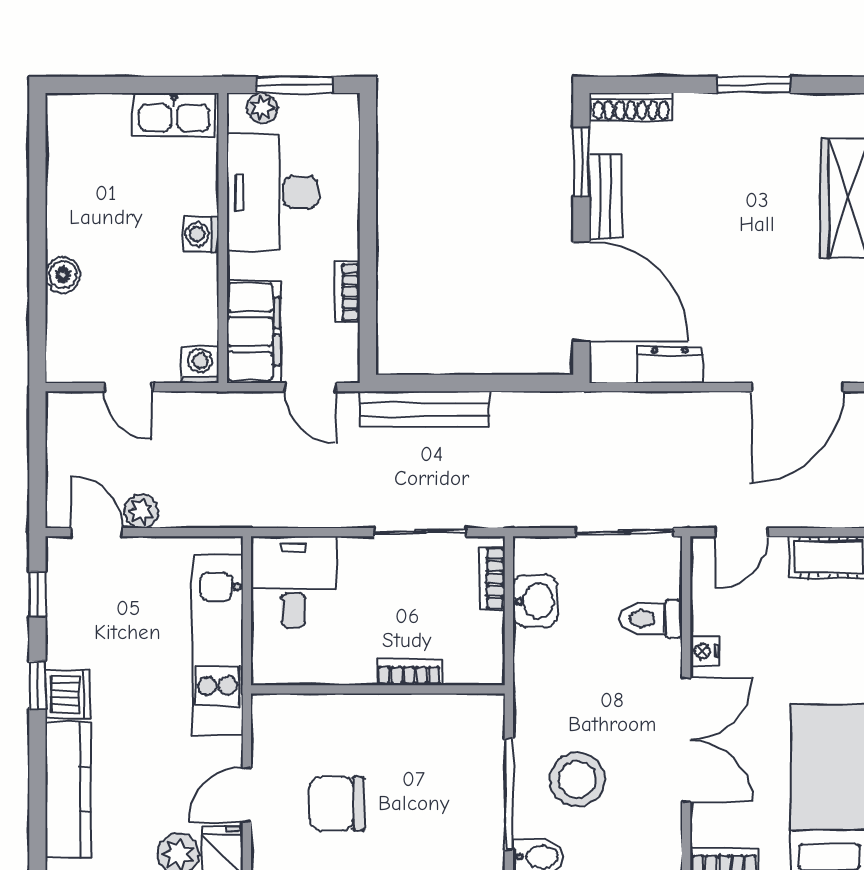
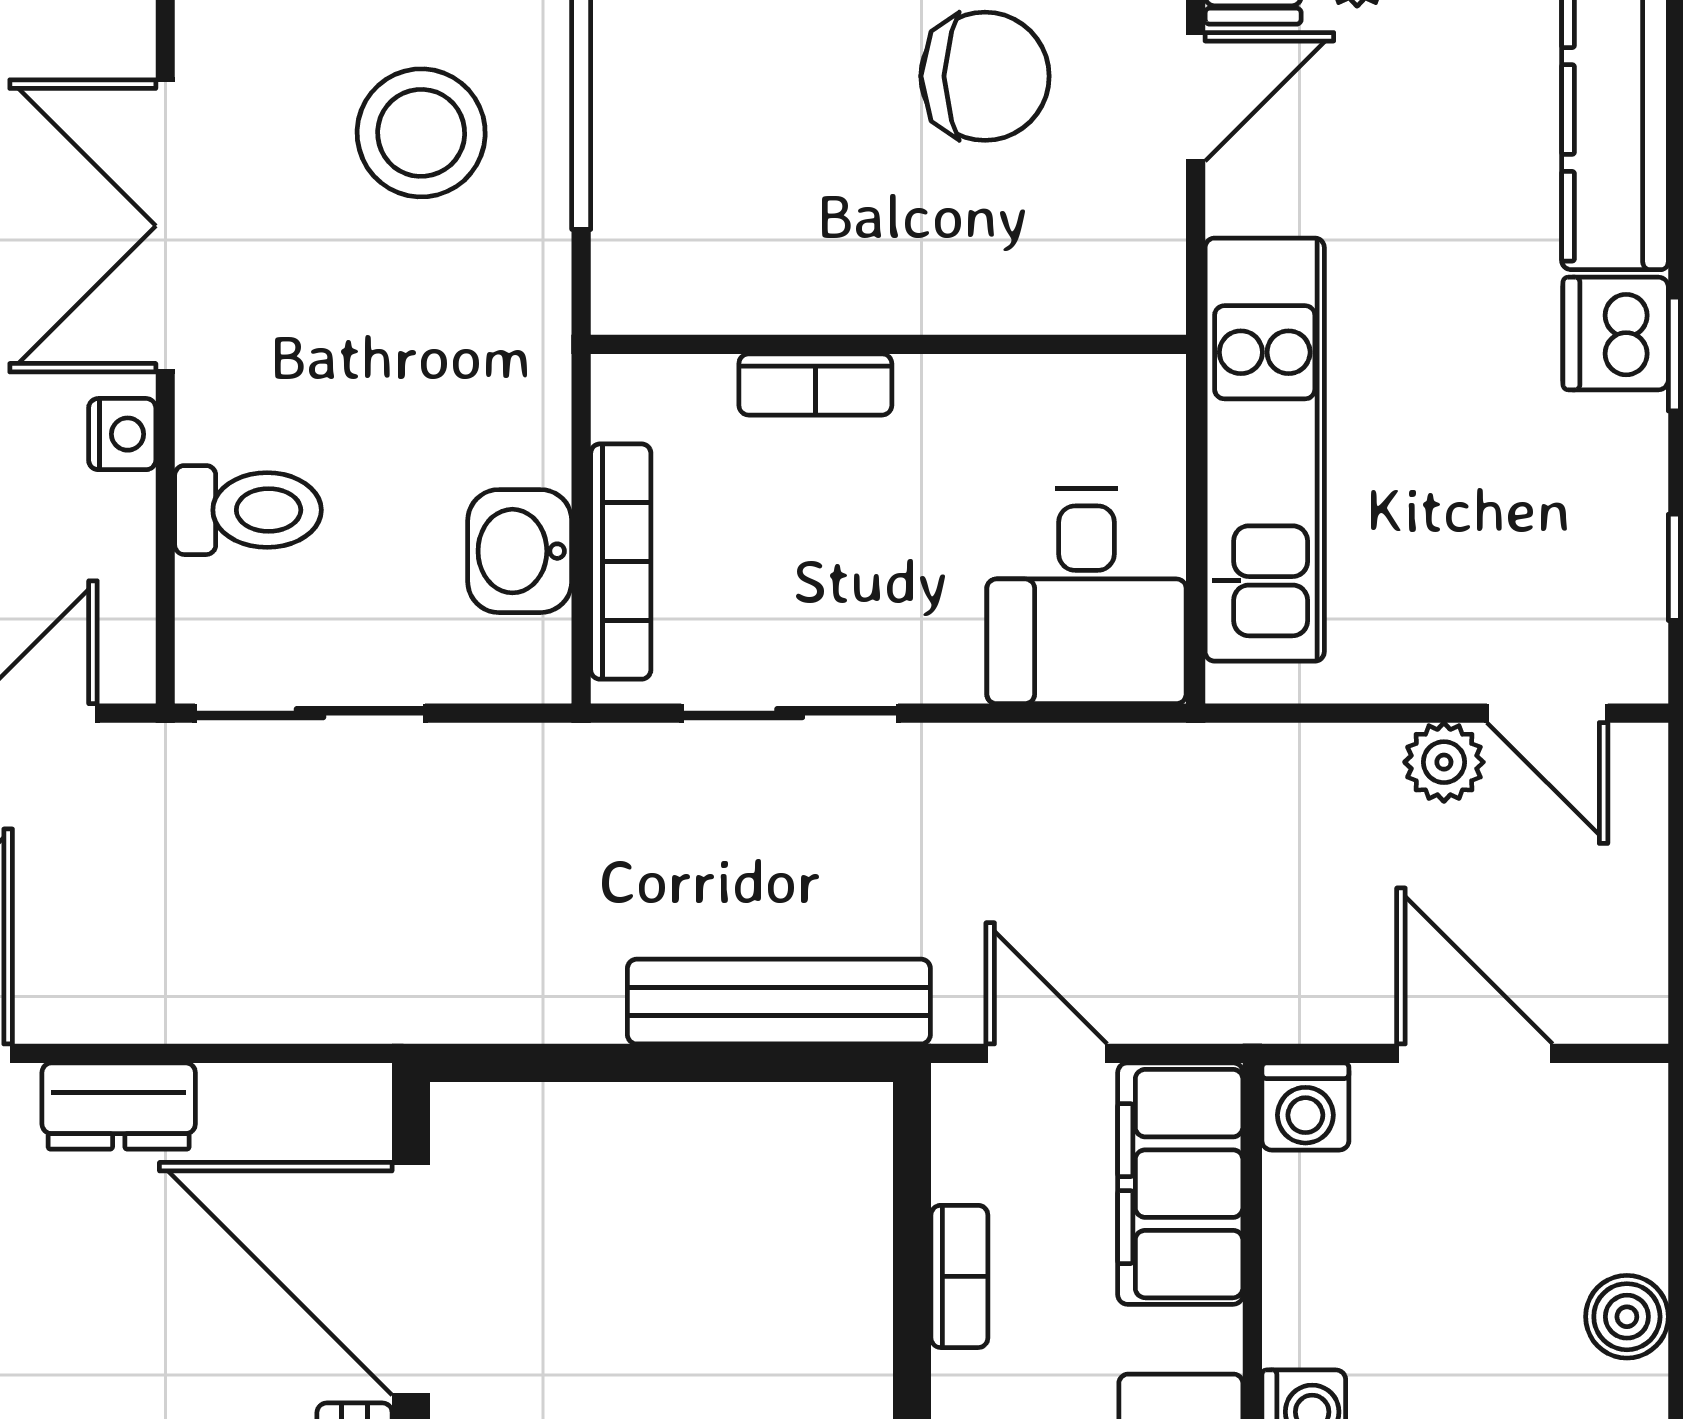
dresser: (670, 365) -> (119, 1106), moved
door: (128, 387) -> (1475, 1053), width x1.38
bookcase: (492, 579) -> (621, 562), width x1.56

